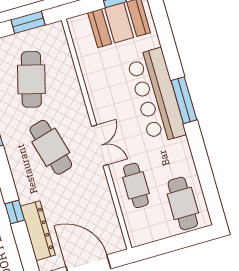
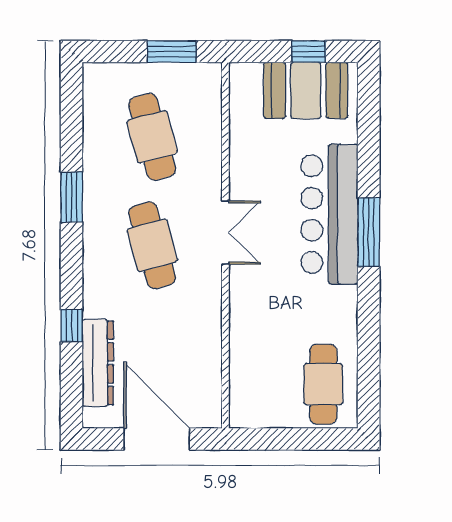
cafe table: (31, 79) -> (152, 137), turned -30
double door: (100, 145) -> (225, 233), moved
cafe table: (136, 185) -> (262, 338), removed

